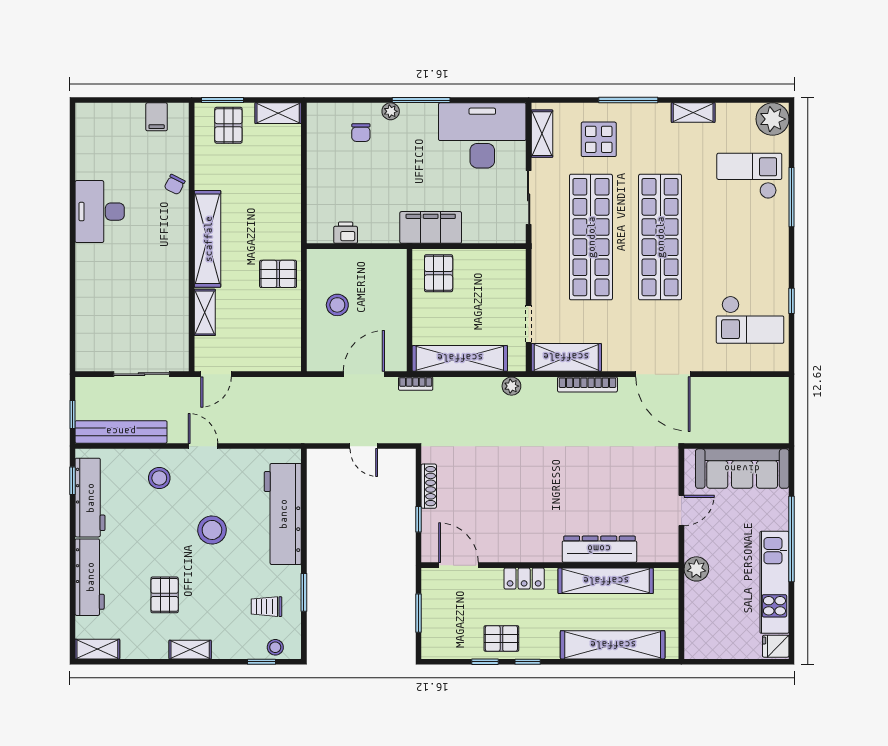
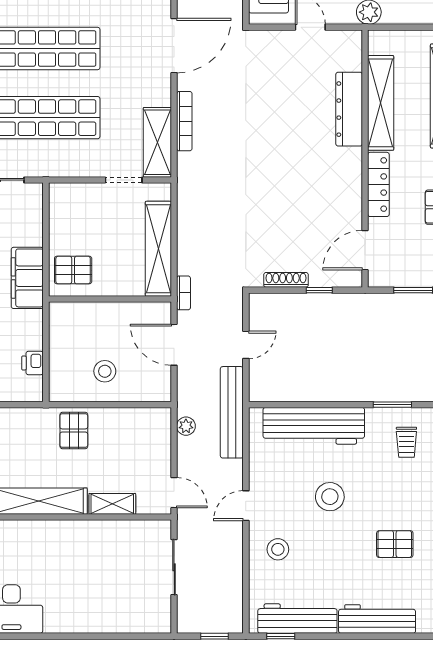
plant: (511, 386) -> (186, 426), moved
bench: (121, 432) -> (232, 412), moved
locker: (524, 579) -> (378, 184), width x1.53

